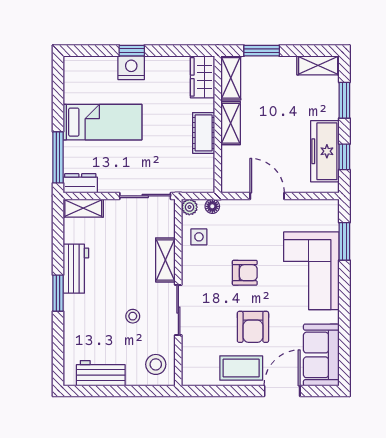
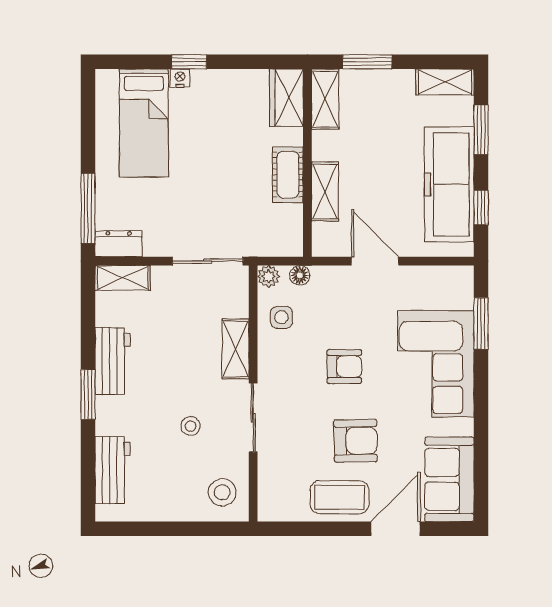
nightstand: (131, 68) -> (180, 78), width x0.53, depth x0.56
bed: (103, 122) -> (144, 123), moved, turned 90
shelving: (231, 123) -> (325, 192), moved
freezer: (325, 151) -> (449, 184), width x1.36, depth x1.26
armchair: (253, 327) -> (356, 441), turned -91
workbench: (101, 373) -> (112, 470), moved, turned 90

